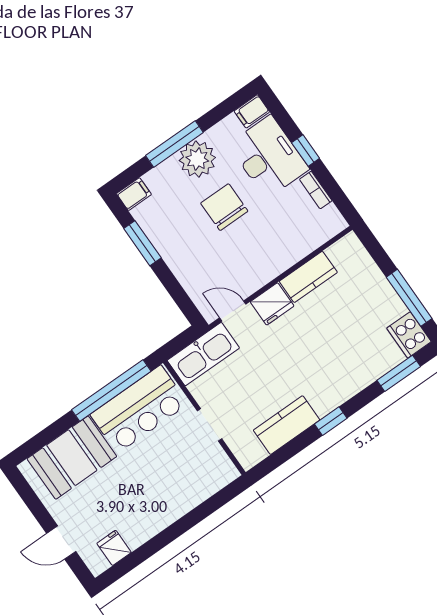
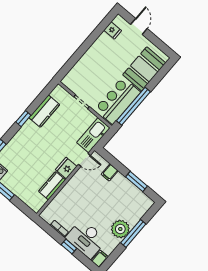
filing cabinet: (134, 194) -> (110, 172), moved
chair: (224, 207) -> (101, 209), removed
door: (61, 543) -> (139, 26), hinge flipped

